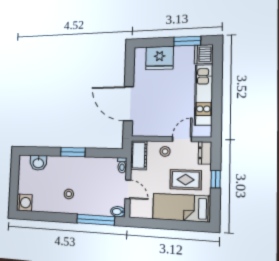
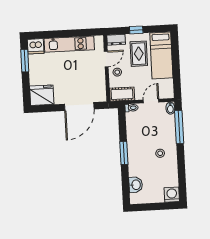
fridge: (160, 58) -> (42, 95), moved, turned -90
door: (182, 139) -> (106, 59), swing flipped

